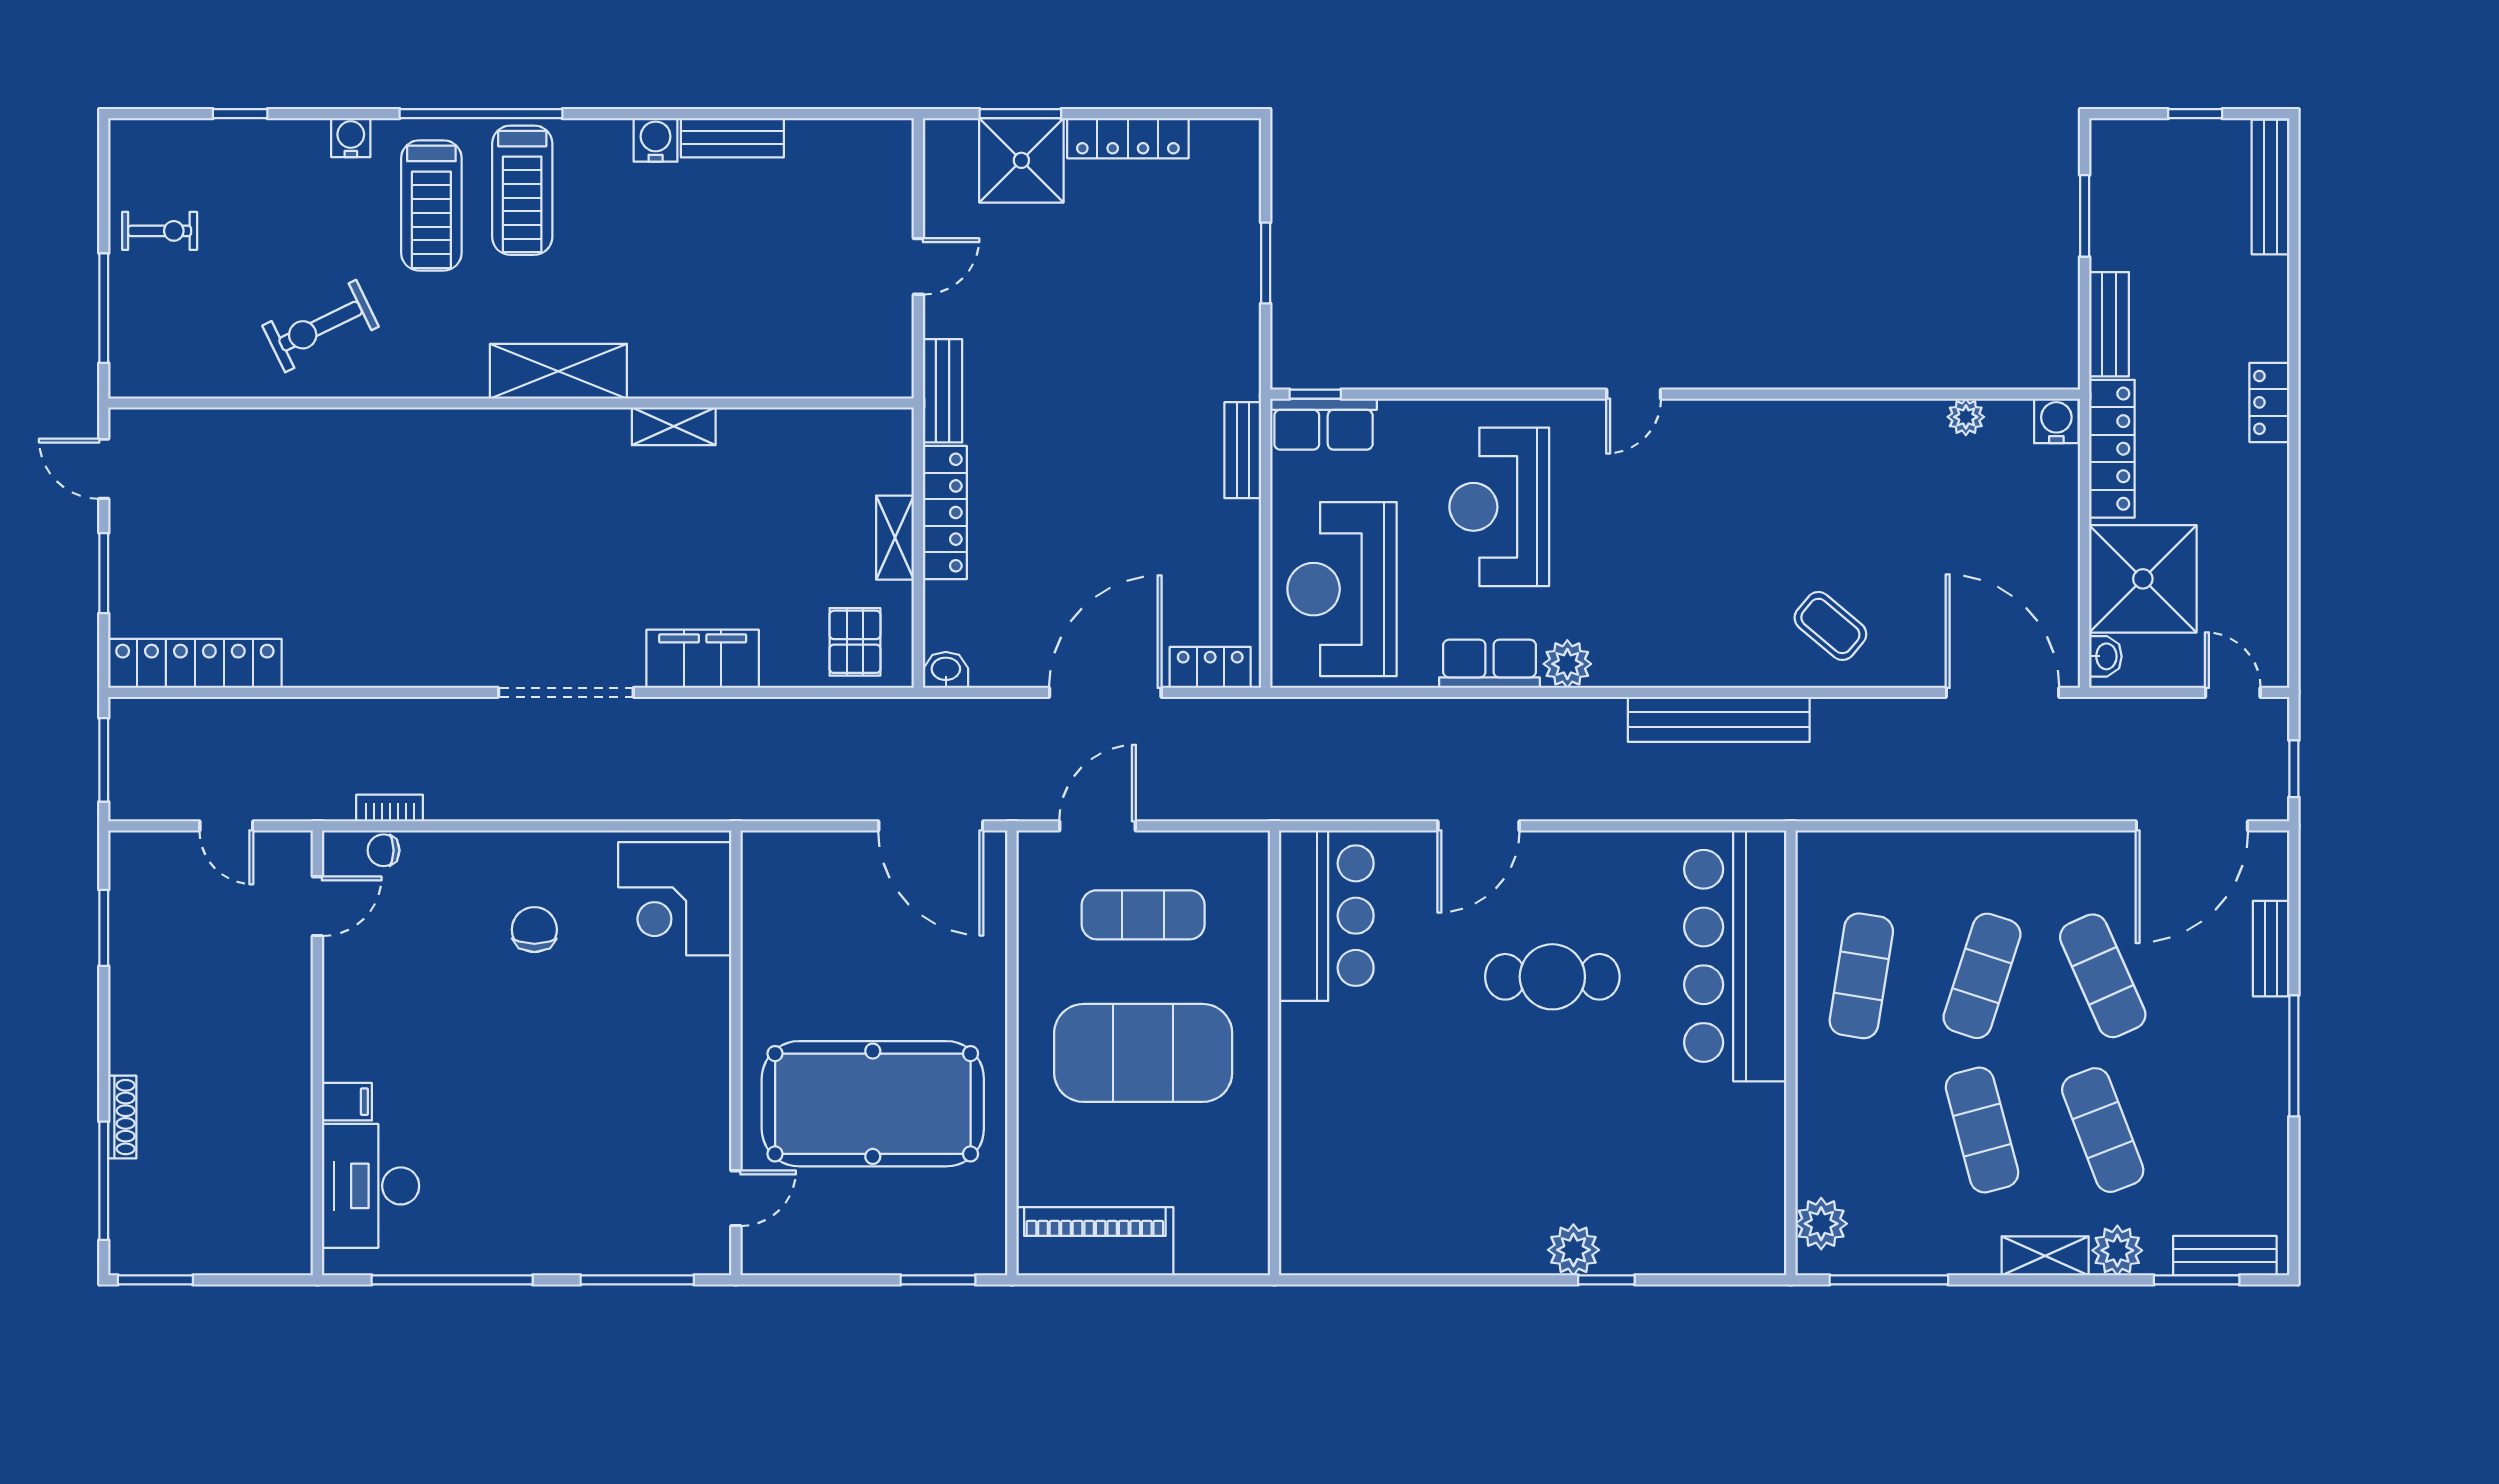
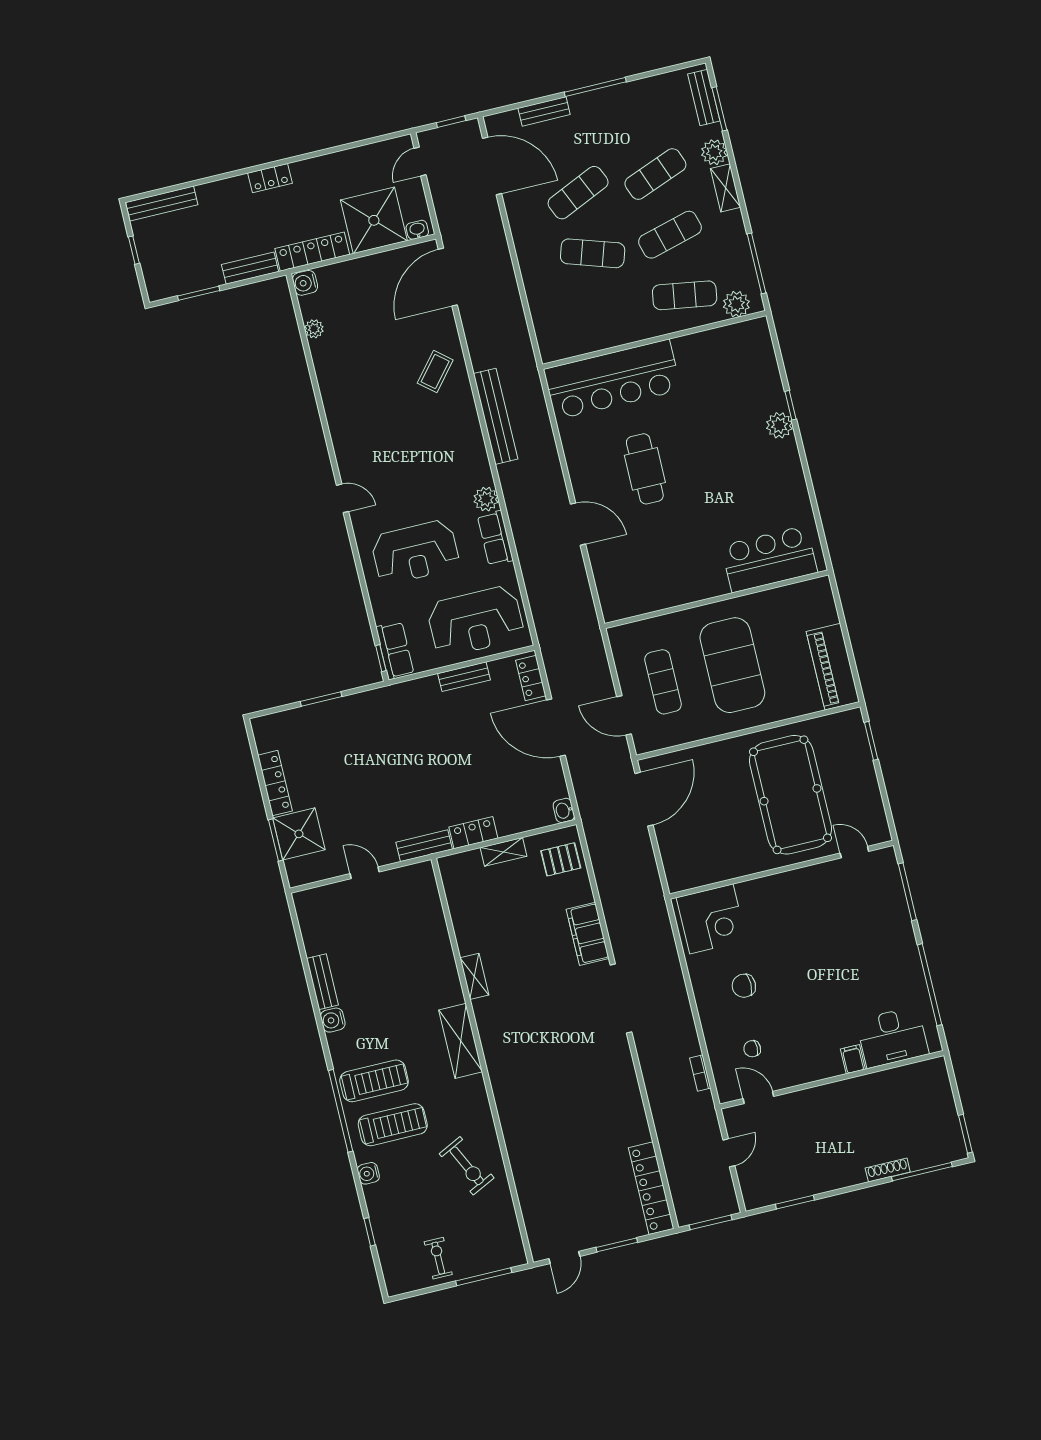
bench: (1243, 450) -> (464, 677), moved
locker: (945, 513) -> (473, 833), width x0.66
chair: (384, 850) -> (752, 1049), moved, turned 90
bar counter: (1326, 916) -> (769, 559), moved
exercise mat: (1861, 976) -> (685, 295), moved

